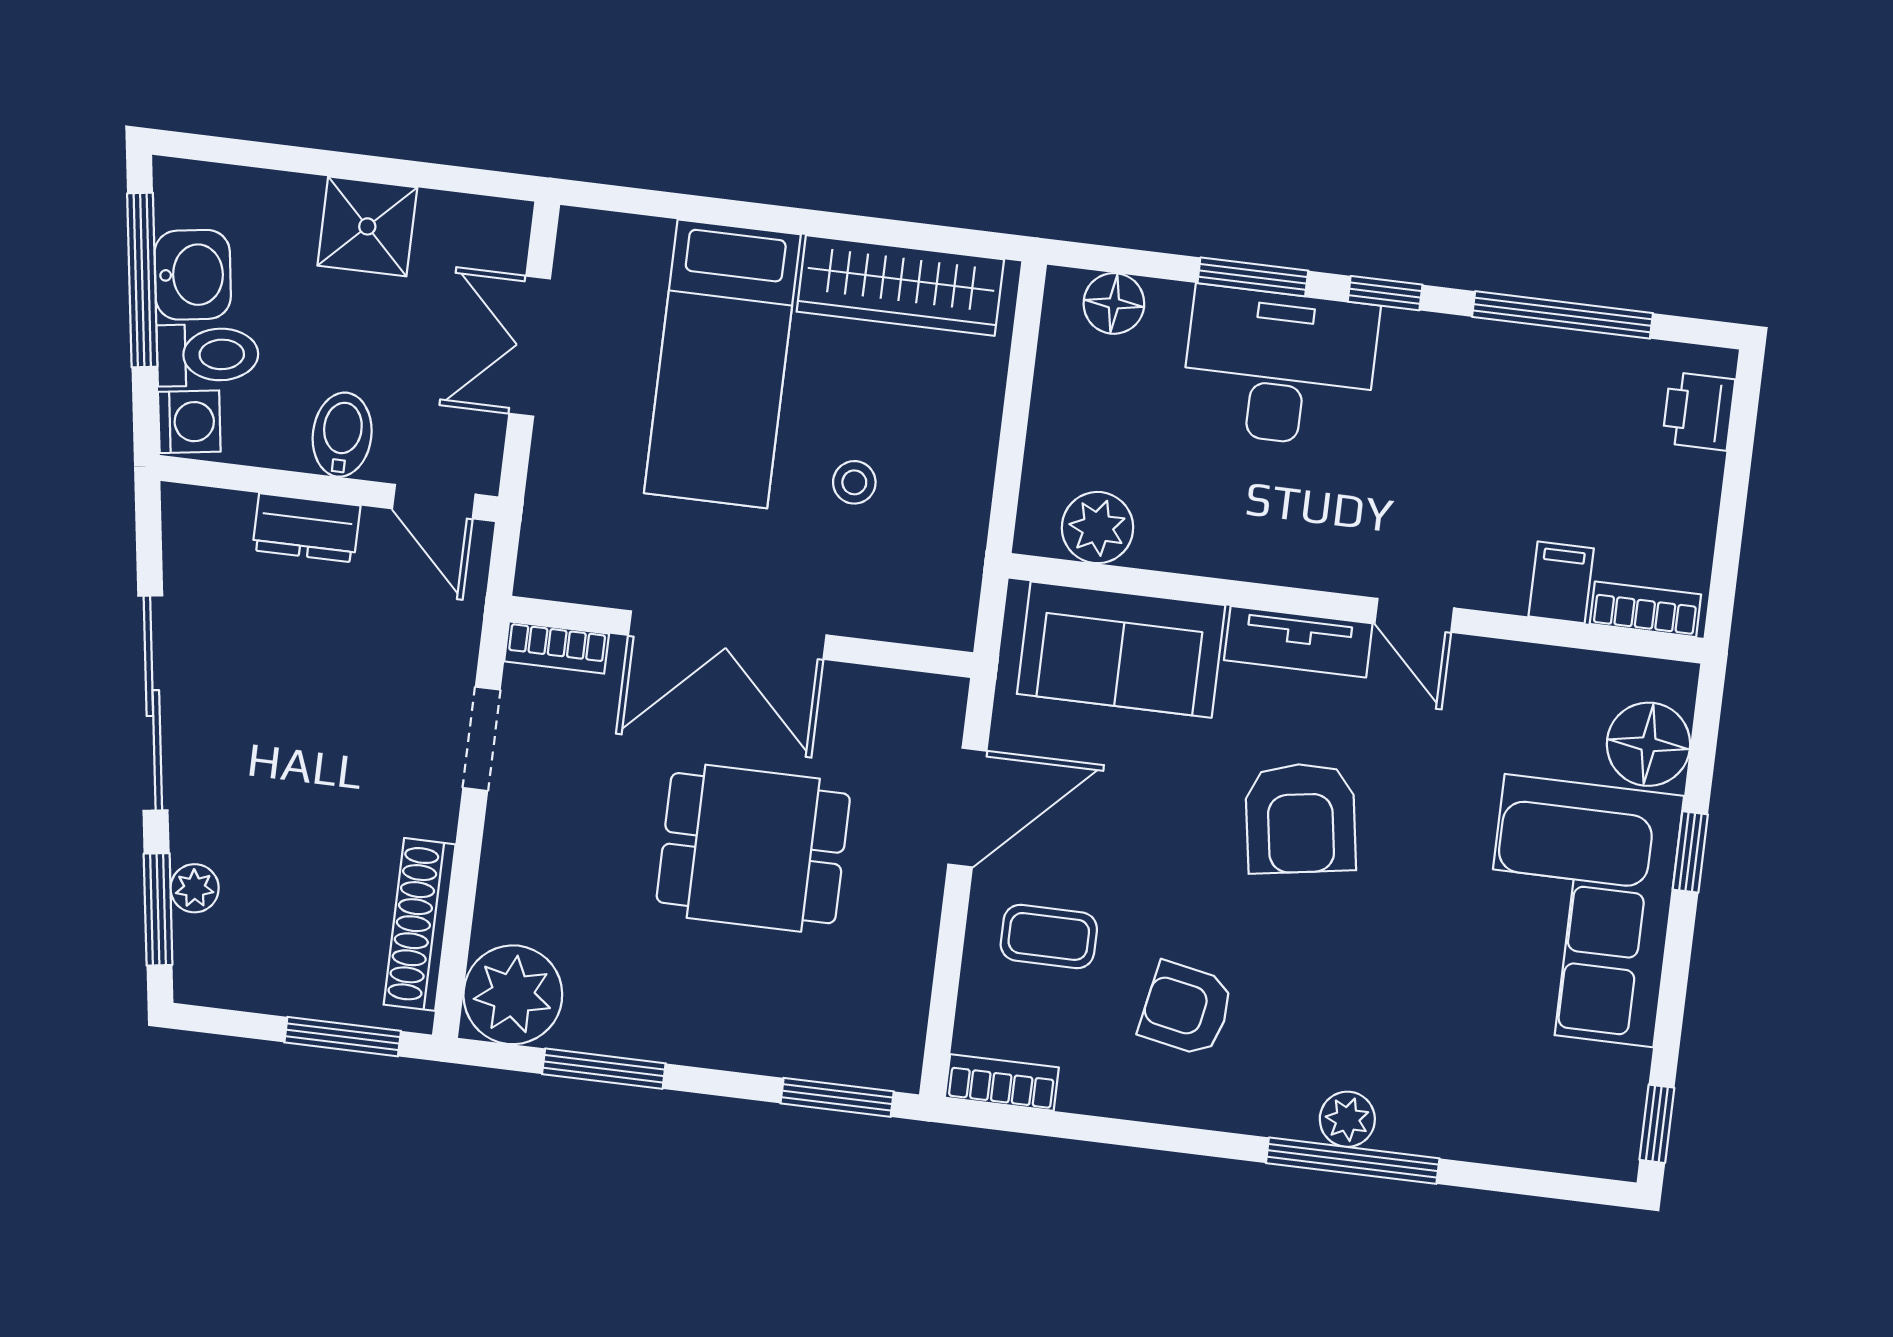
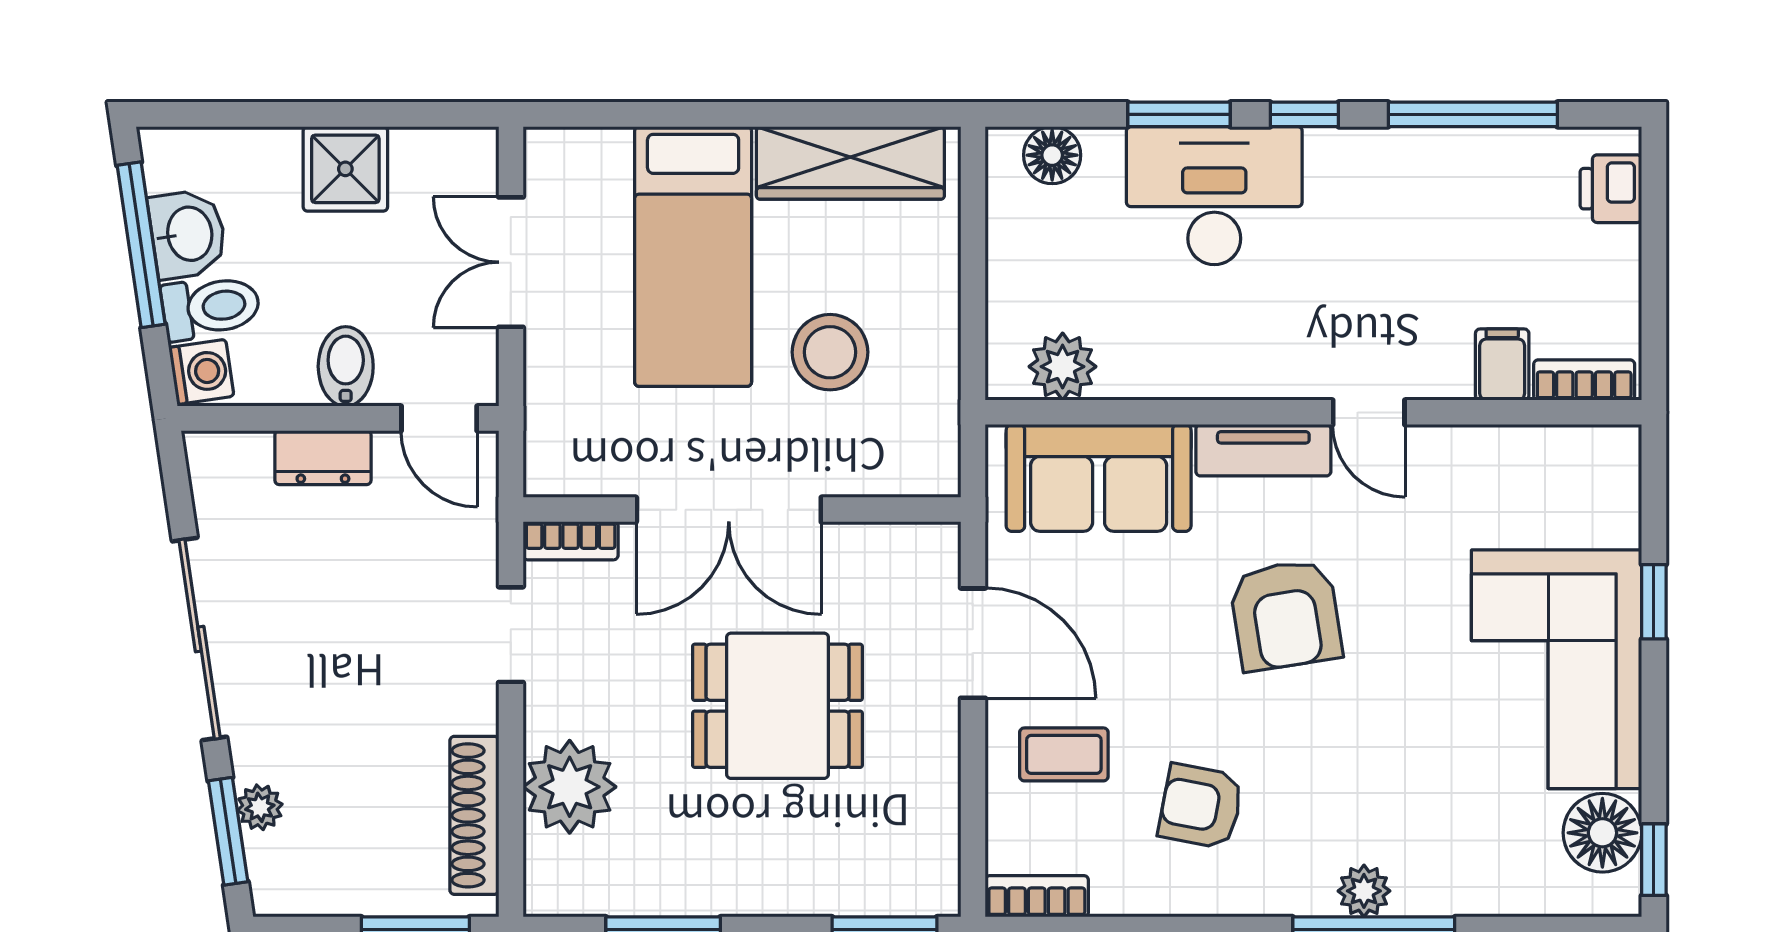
stool: (854, 482) -> (830, 352), width x1.89, depth x1.89
floor lamp: (1648, 744) -> (1602, 833), moved
door: (967, 808) -> (973, 643), hinge flipped
plant: (513, 995) -> (570, 787), moved

